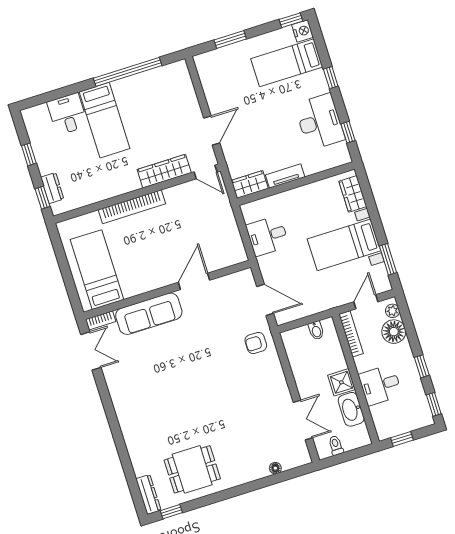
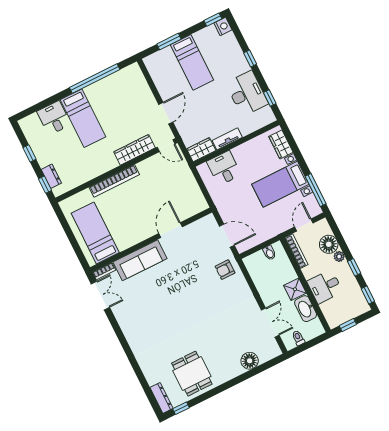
bed: (287, 63) -> (192, 62), moved, turned -90
desk: (267, 236) -> (224, 168), moved, turned 90
window: (388, 259) -> (316, 190), width x1.44
plant: (392, 311) -> (339, 256), moved
floor lamp: (275, 468) -> (250, 361), width x1.89, depth x1.89
dining table: (192, 469) -> (192, 374), turned 90

